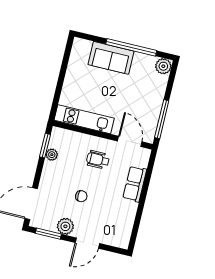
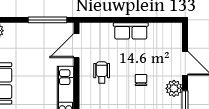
wheelchair: (98, 160) -> (102, 72), turned 180
row of seats: (135, 184) -> (131, 31), moved

